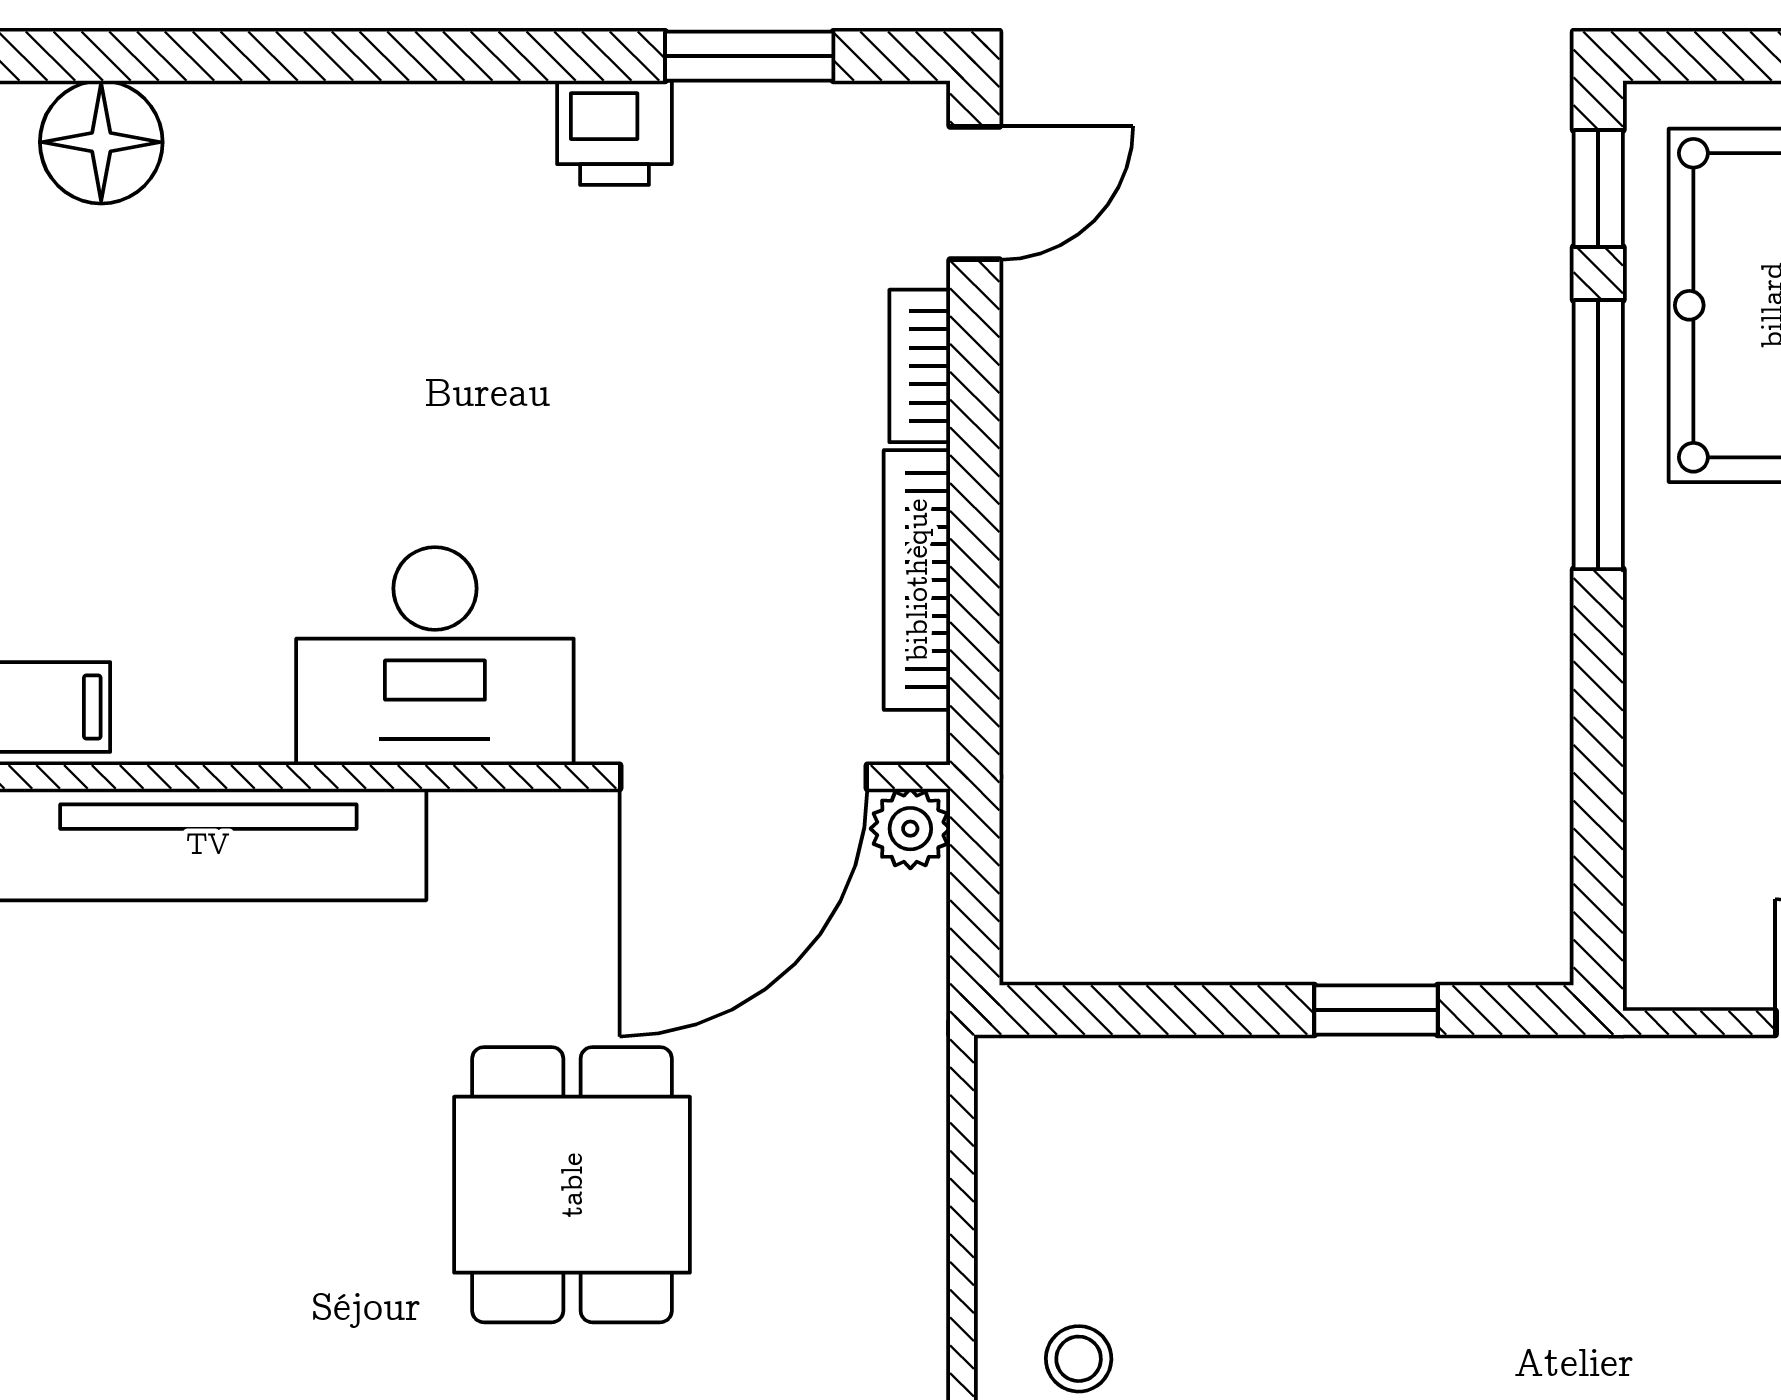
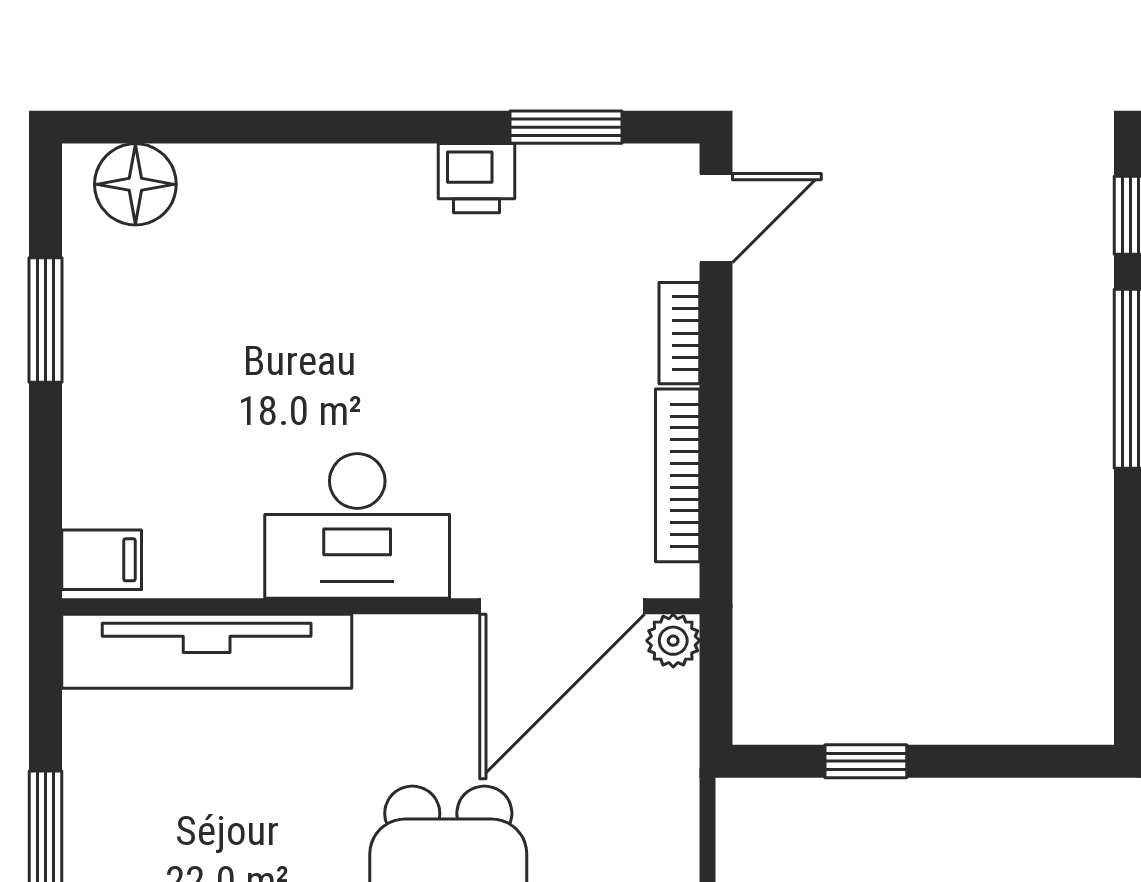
window: (1376, 1010) -> (866, 761), moved

